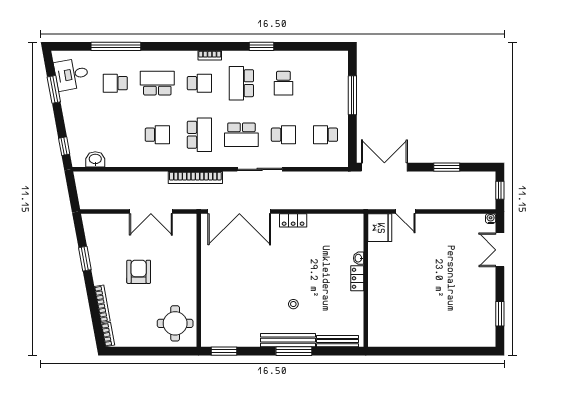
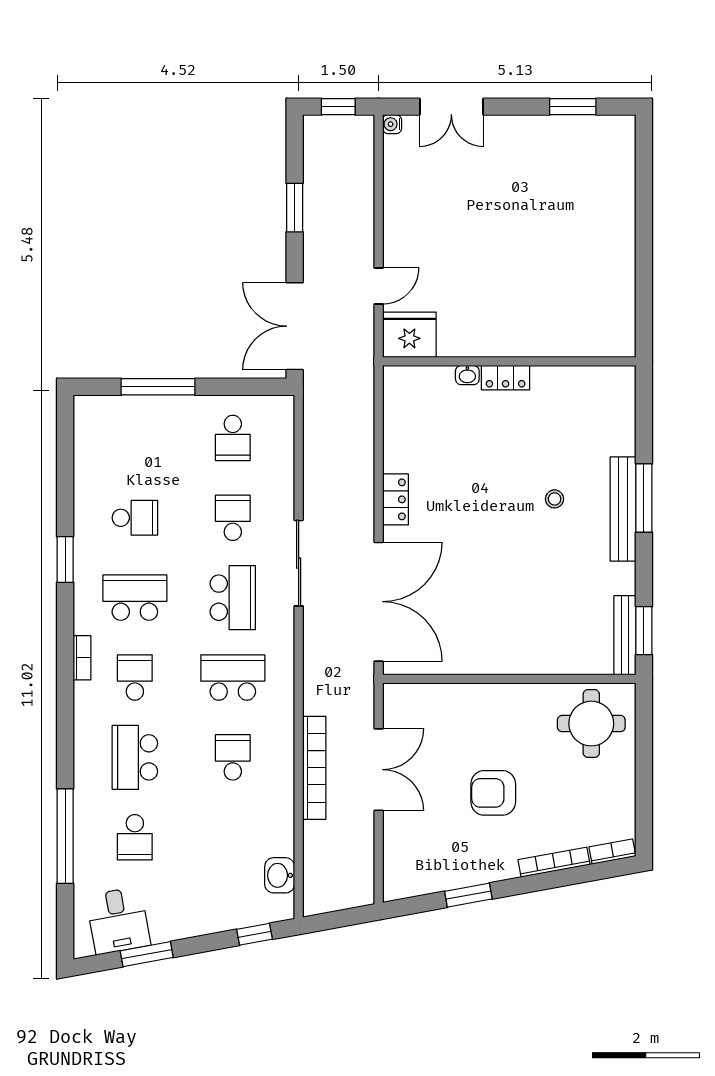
school desk: (241, 83) -> (135, 598), turned 180
bookcase: (195, 178) -> (314, 768), moved
bench: (337, 341) -> (625, 635), moved

